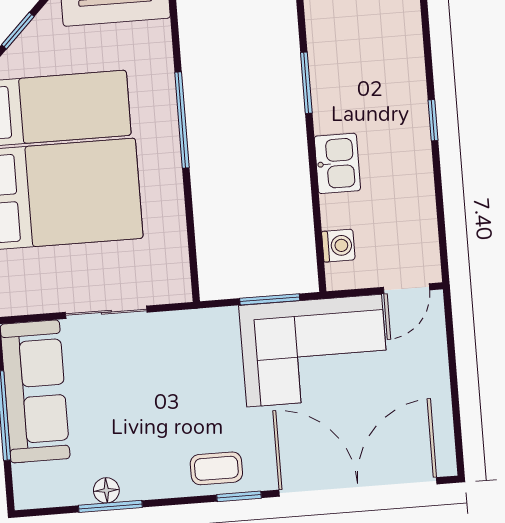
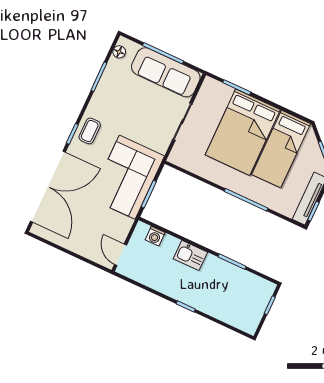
corner sofa: (314, 351) -> (127, 177), moved
floor lamp: (106, 490) -> (119, 52), moved

